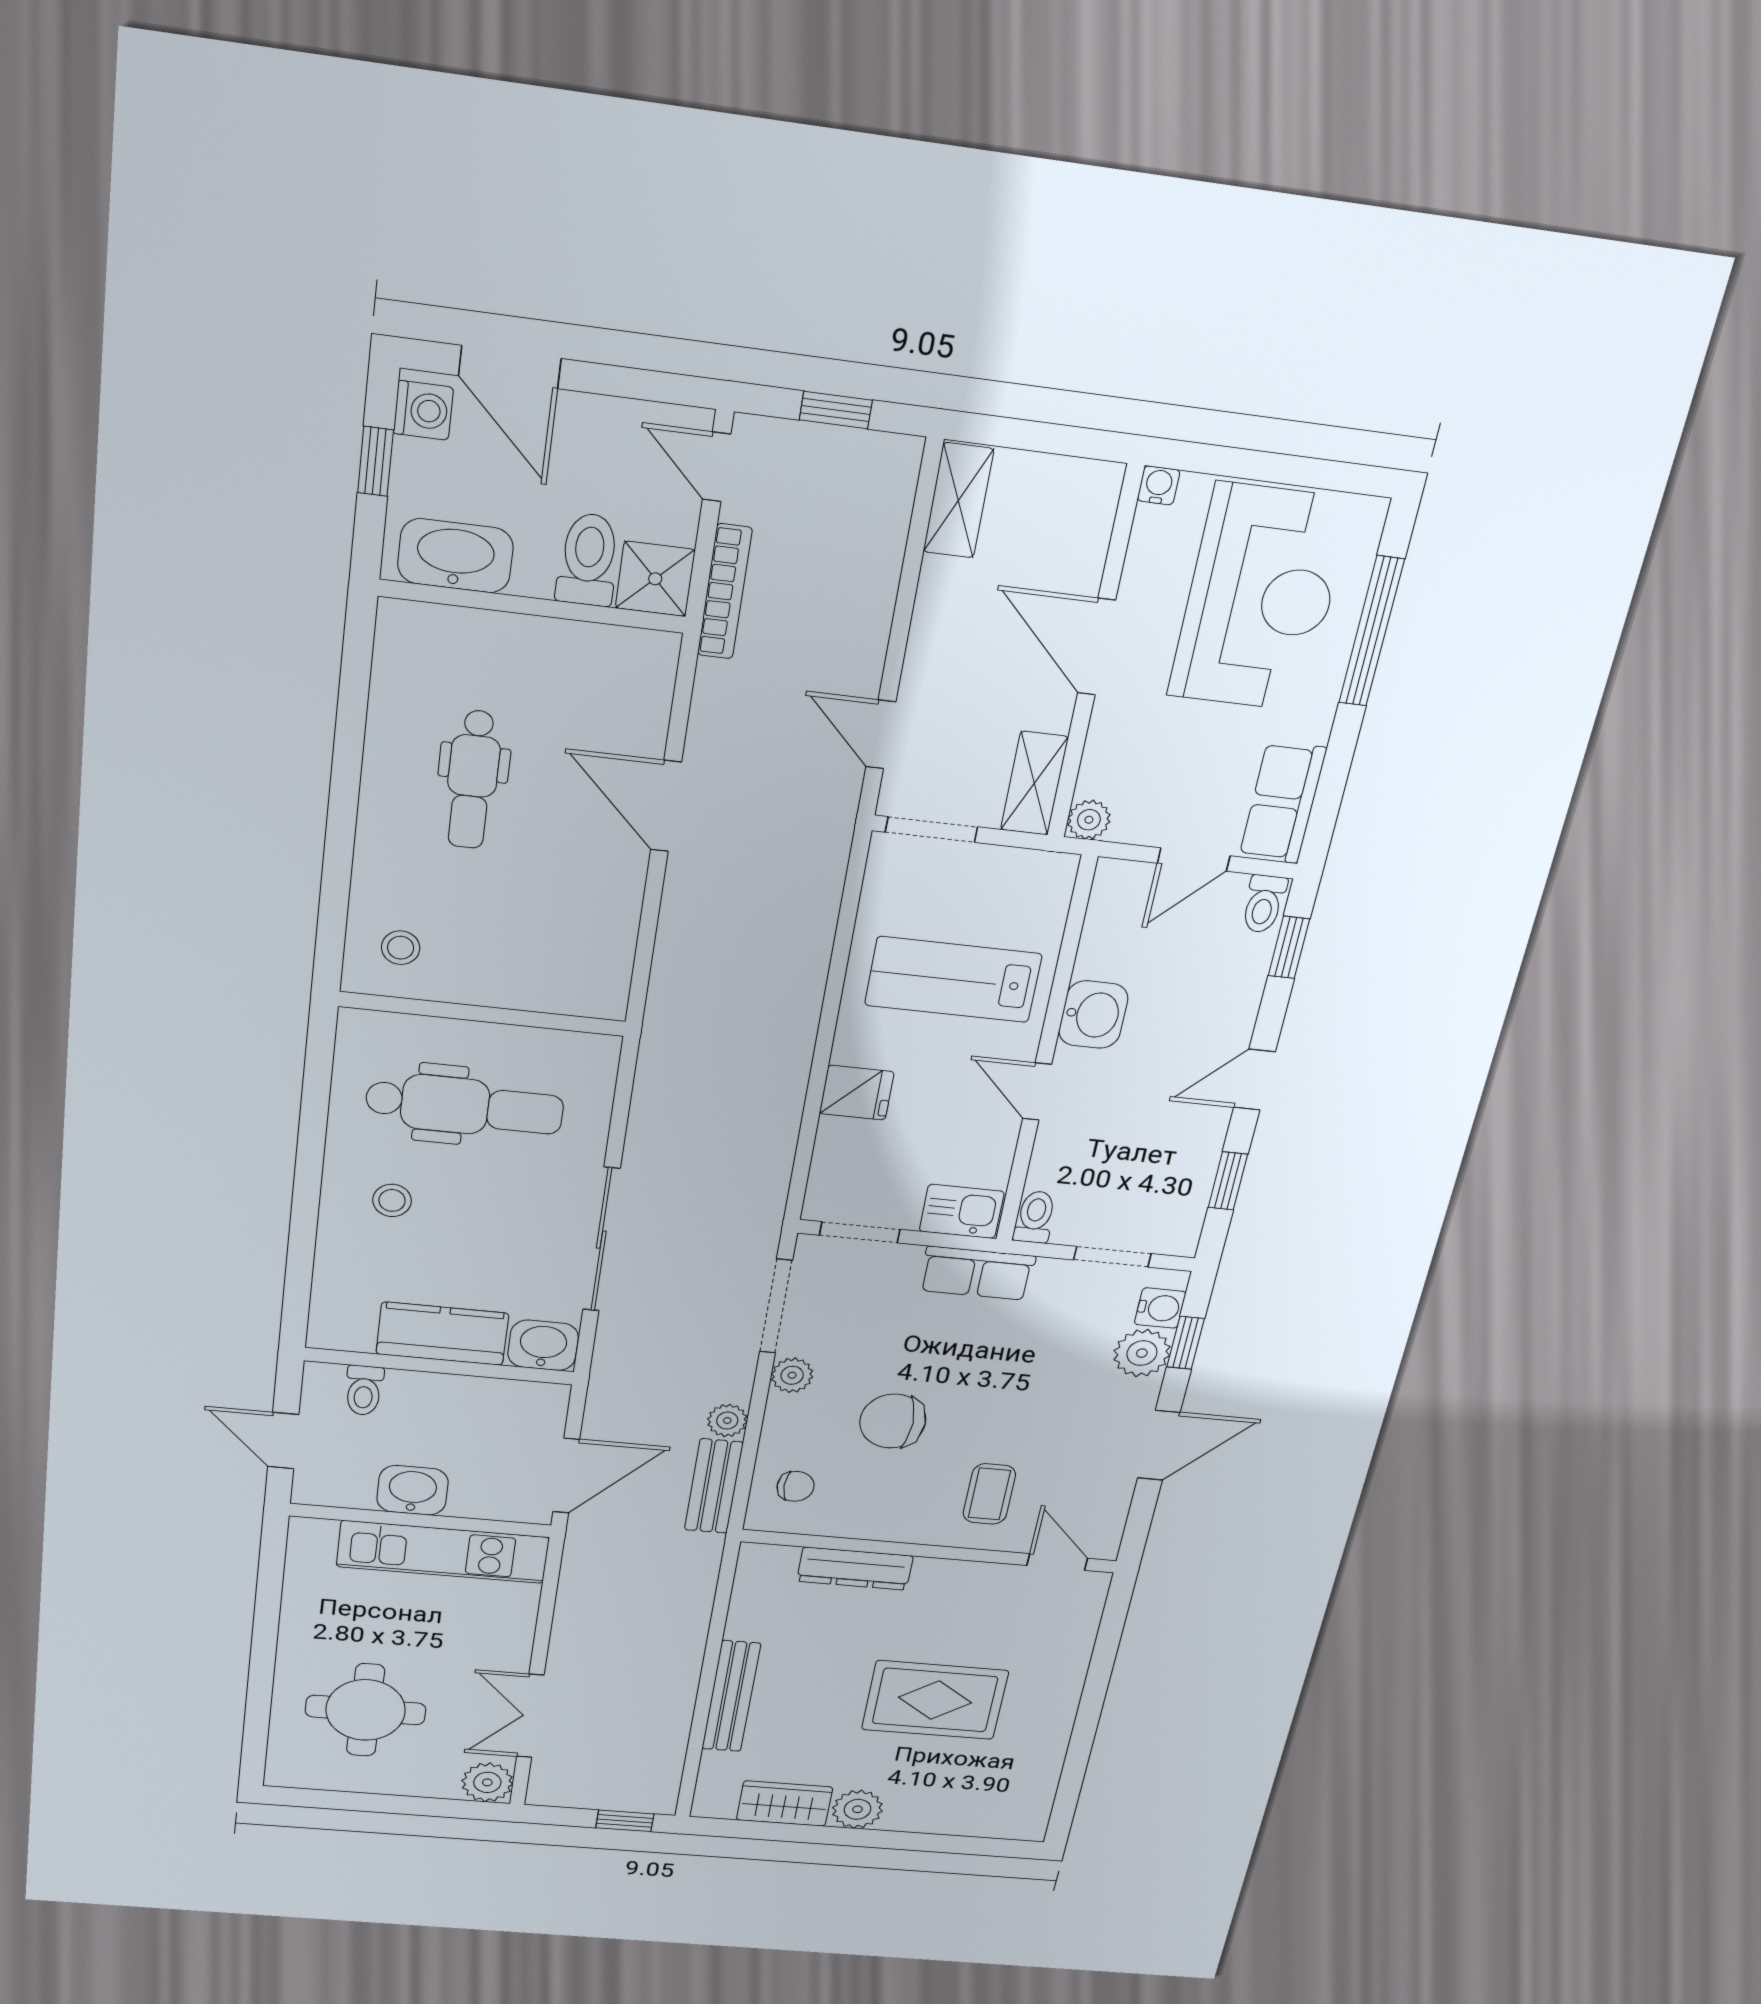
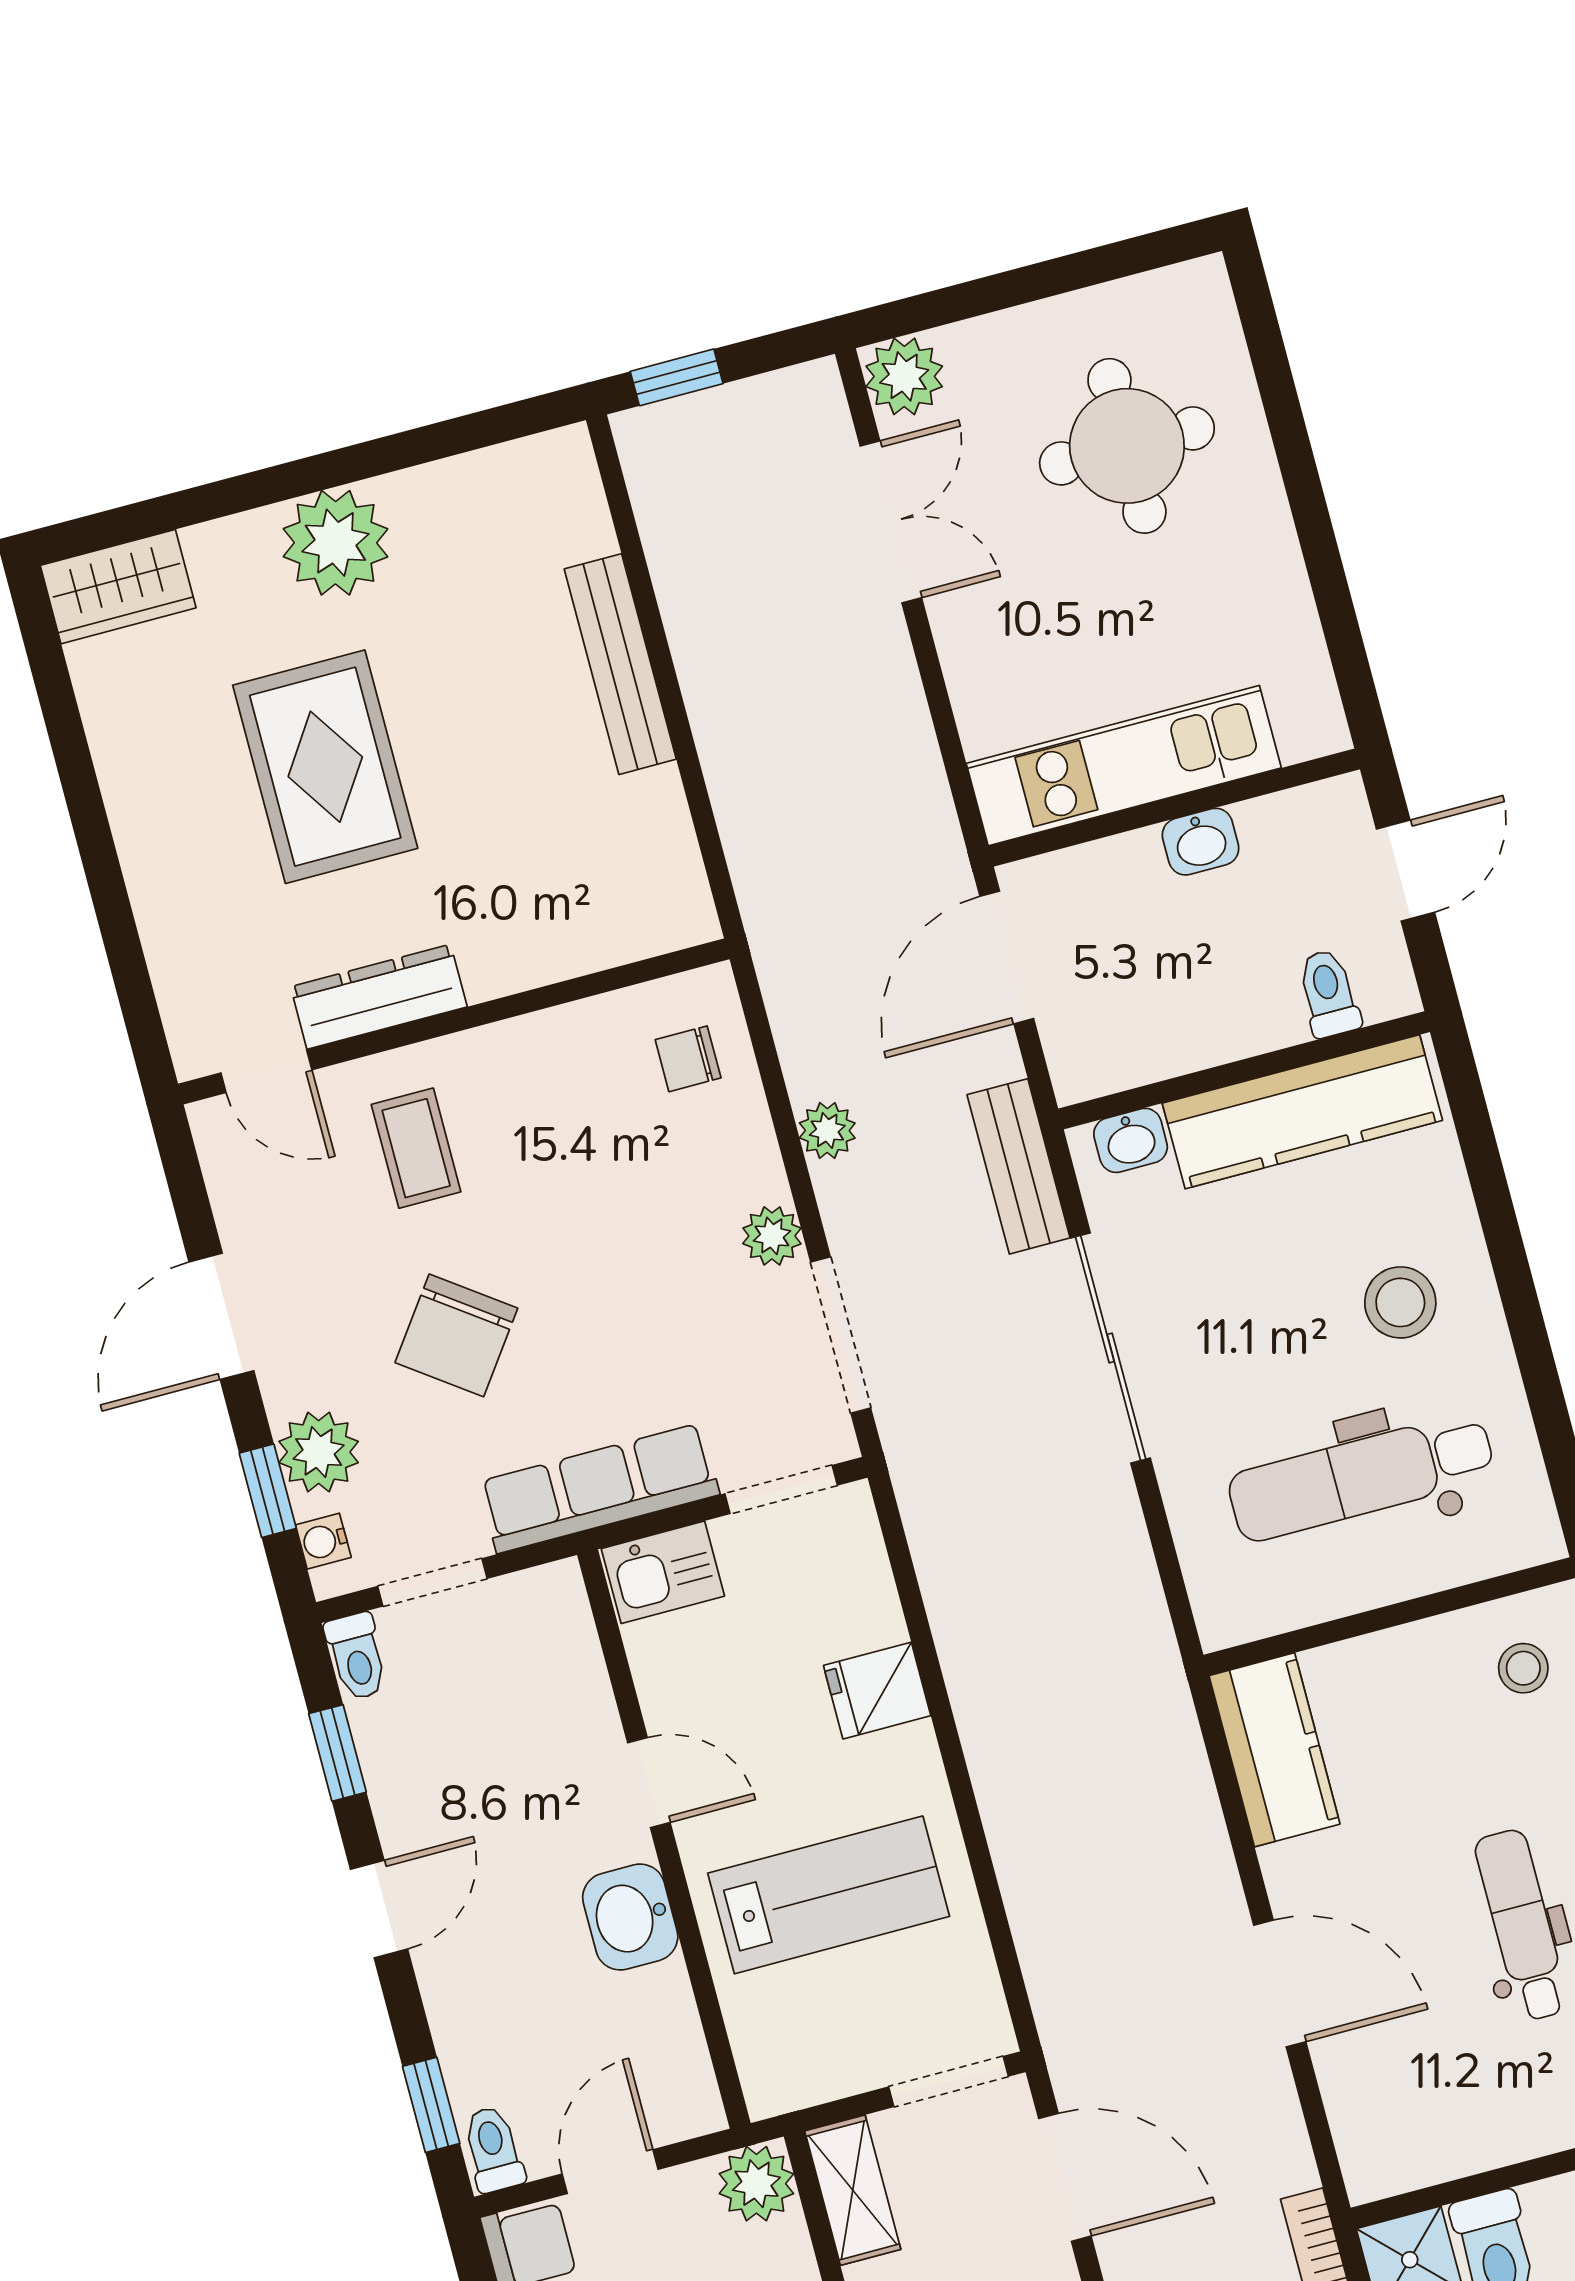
door: (881, 734) -> (1065, 2177), width x1.38
plant: (1089, 820) -> (756, 2184), width x1.38, depth x1.38
kitchen counter: (601, 959) -> (1274, 1750), added
stool: (392, 1200) -> (1400, 1302), width x1.37, depth x1.37
toilet: (1035, 1217) -> (357, 1656), moved
row of seats: (977, 1273) -> (599, 1488), width x1.48
water cooler: (1160, 1308) -> (323, 1541), width x0.72, depth x0.72
kitchen counter: (442, 1334) -> (1302, 1112), width x1.50
washbasin: (543, 1345) -> (1131, 1140), width x0.72, depth x0.69
chair: (893, 1421) -> (456, 1335), moved, turned 126
door: (283, 1441) -> (1406, 871), hinge flipped
bench: (714, 1486) -> (1019, 1166), moved
washbasin: (413, 1490) -> (1201, 842), width x0.72, depth x0.69
dresser: (855, 1569) -> (379, 997), moved
rug: (935, 1700) -> (325, 767), turned 90
wardrobe: (785, 1804) -> (118, 587), moved
plant: (857, 1809) -> (335, 543), width x1.36, depth x1.36

